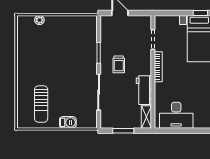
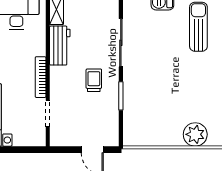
plant: (39, 20) -> (195, 134), width x1.88, depth x1.88

